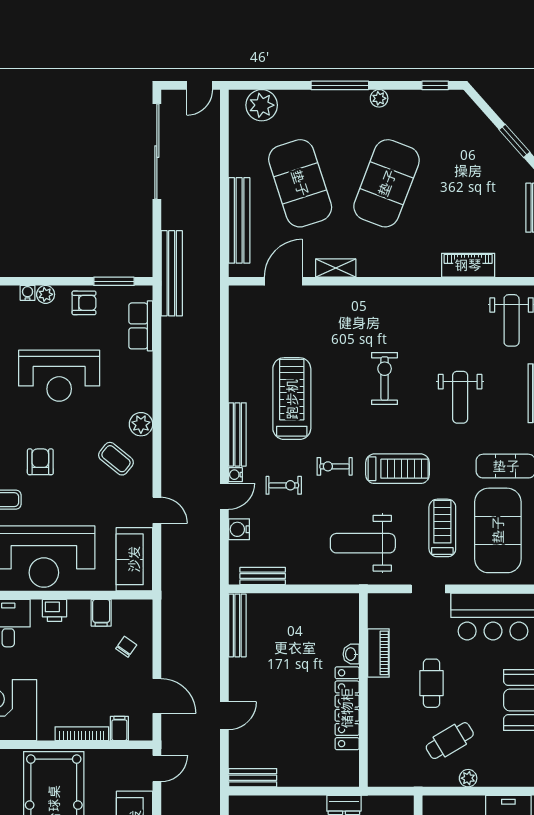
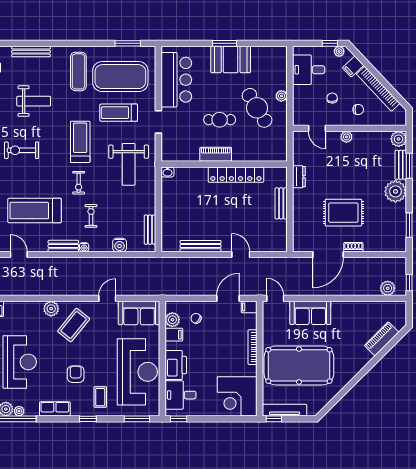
bench: (237, 434) -> (63, 246), width x0.73
coffee table: (116, 459) -> (74, 325), width x1.36, depth x1.30
armchair: (40, 462) -> (76, 374), turned 90
door: (224, 496) -> (19, 254), moved
printer: (54, 610) -> (176, 365), width x1.87, depth x1.48
plant: (124, 611) -> (172, 320), added
bench: (237, 625) -> (201, 246), moved
piano: (378, 653) -> (216, 154), moved
washbasin: (351, 654) -> (168, 172), moved
filing cabinet: (119, 729) -> (249, 307), moved
cafe table: (450, 741) -> (257, 108), width x1.37, depth x1.35
bench: (253, 778) -> (281, 203), moved

